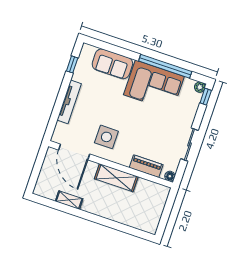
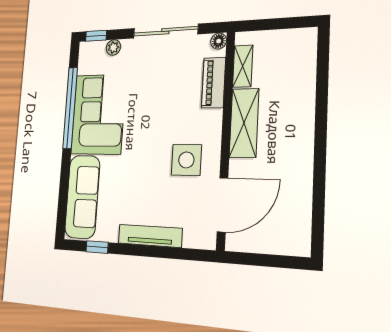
sofa: (112, 64) -> (82, 197), width x1.36
plant: (200, 87) -> (113, 47), moved
sliding door: (189, 145) -> (165, 31), width x1.37
shelving: (69, 200) -> (243, 66), moved

